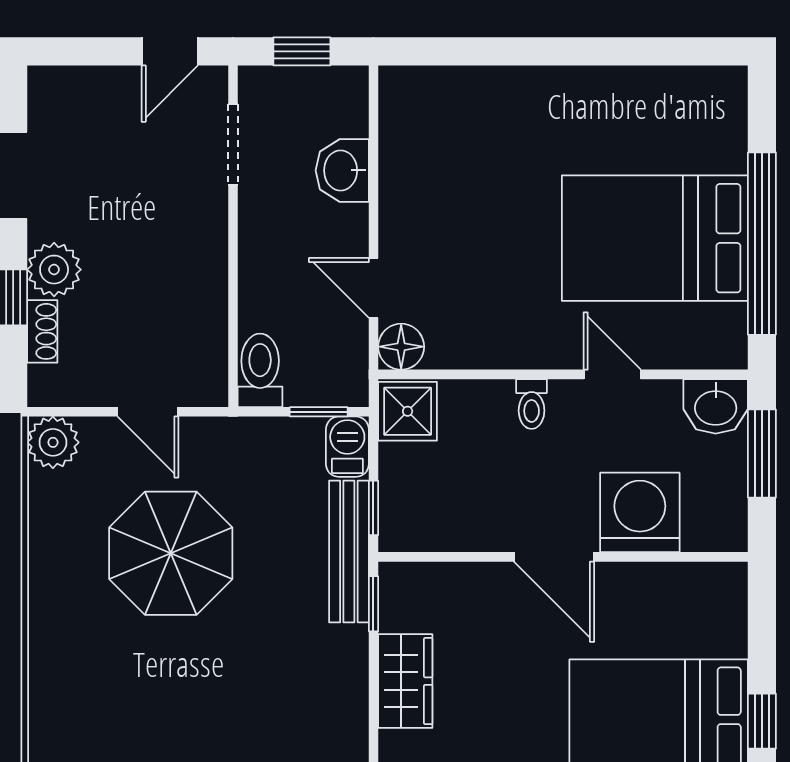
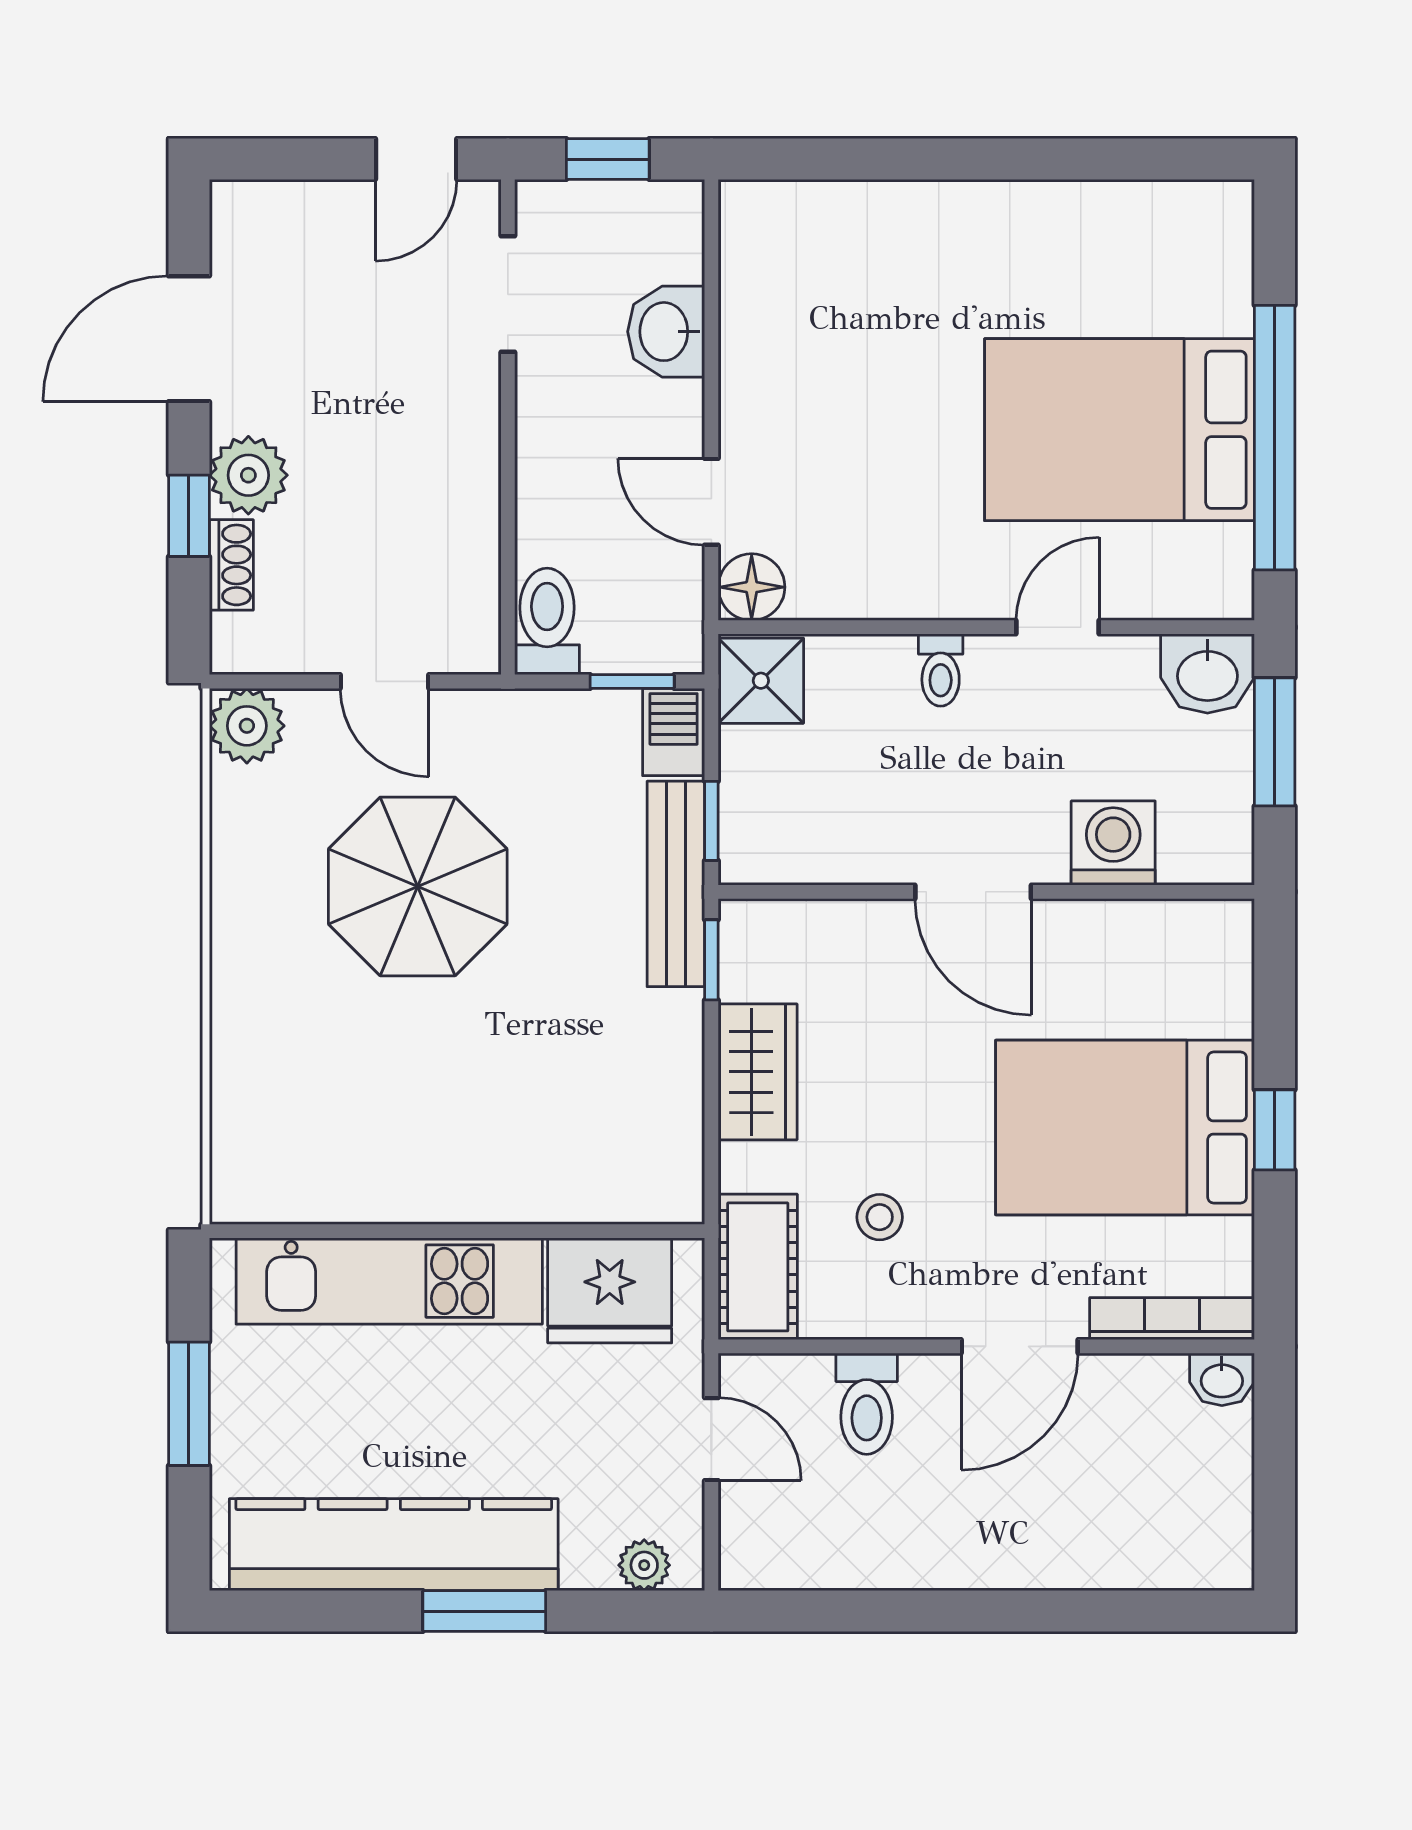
door: (612, 374) -> (1058, 627), hinge flipped
washing machine: (640, 512) -> (1113, 843), width x0.73, depth x0.73

